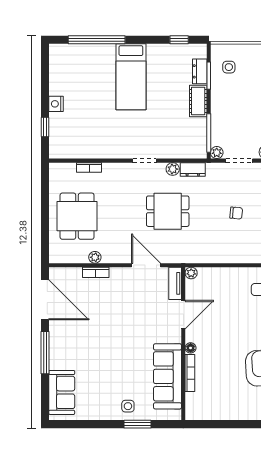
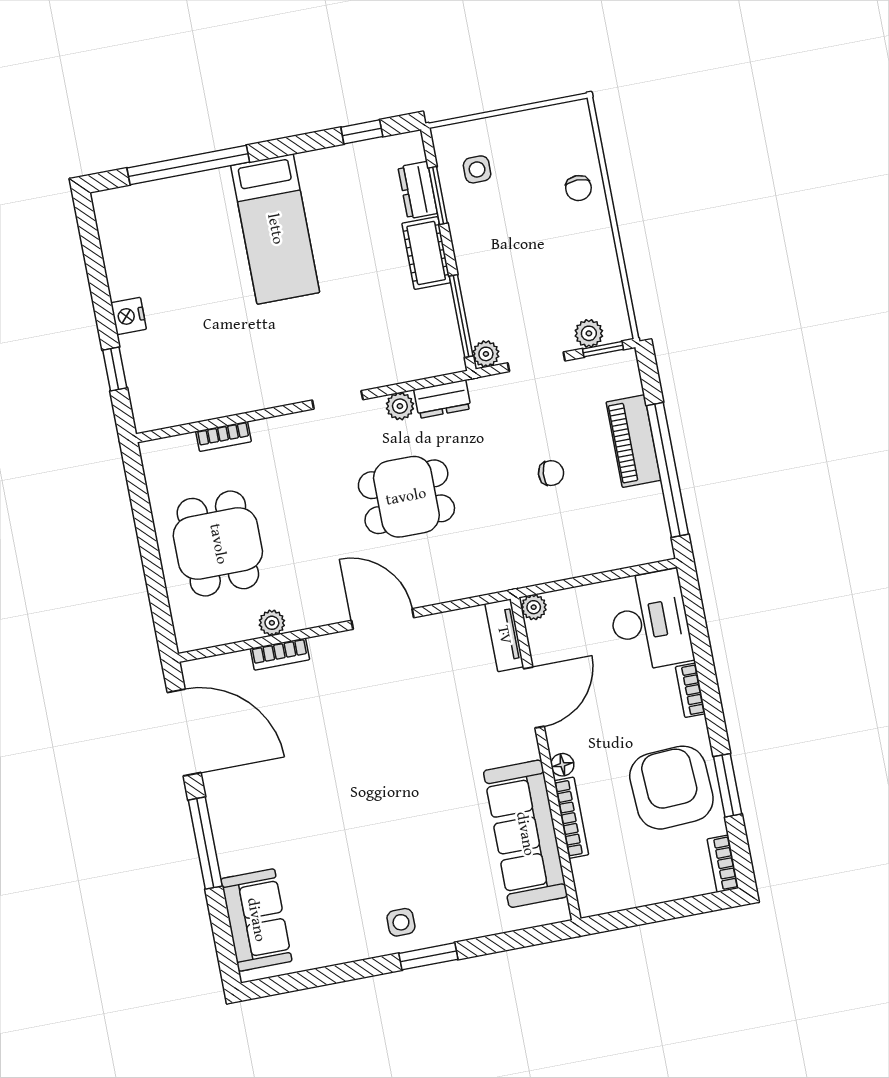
plant: (191, 273) -> (534, 607), moved
tv unit: (175, 283) -> (504, 635), moved
door: (183, 315) -> (534, 698), moved
wall: (183, 344) -> (546, 759), moved
floor lamp: (191, 348) -> (562, 765), moved
bookcase: (190, 373) -> (571, 818), moved
sofa: (167, 376) -> (525, 834), moved

